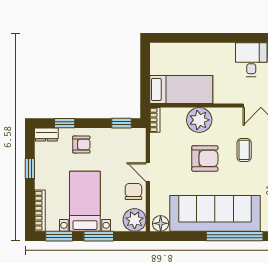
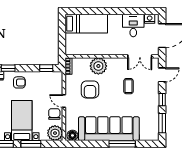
bed: (181, 89) -> (86, 24), moved
armchair: (205, 158) -> (90, 90), moved, turned 90
window: (235, 236) -> (122, 144), width x0.68

